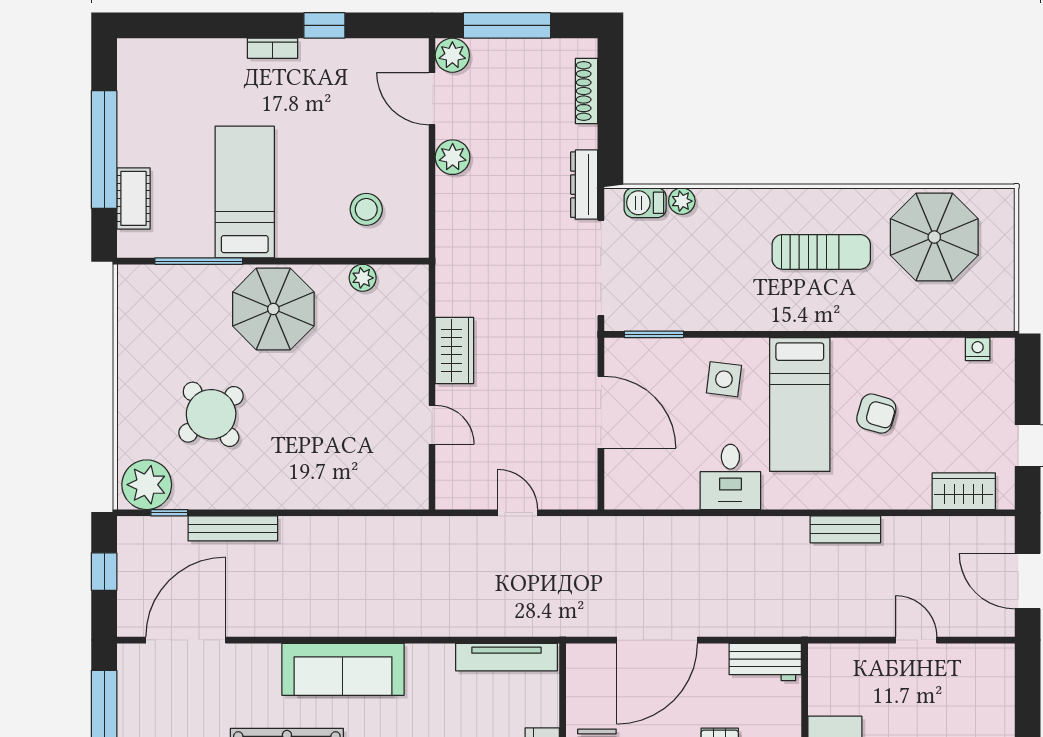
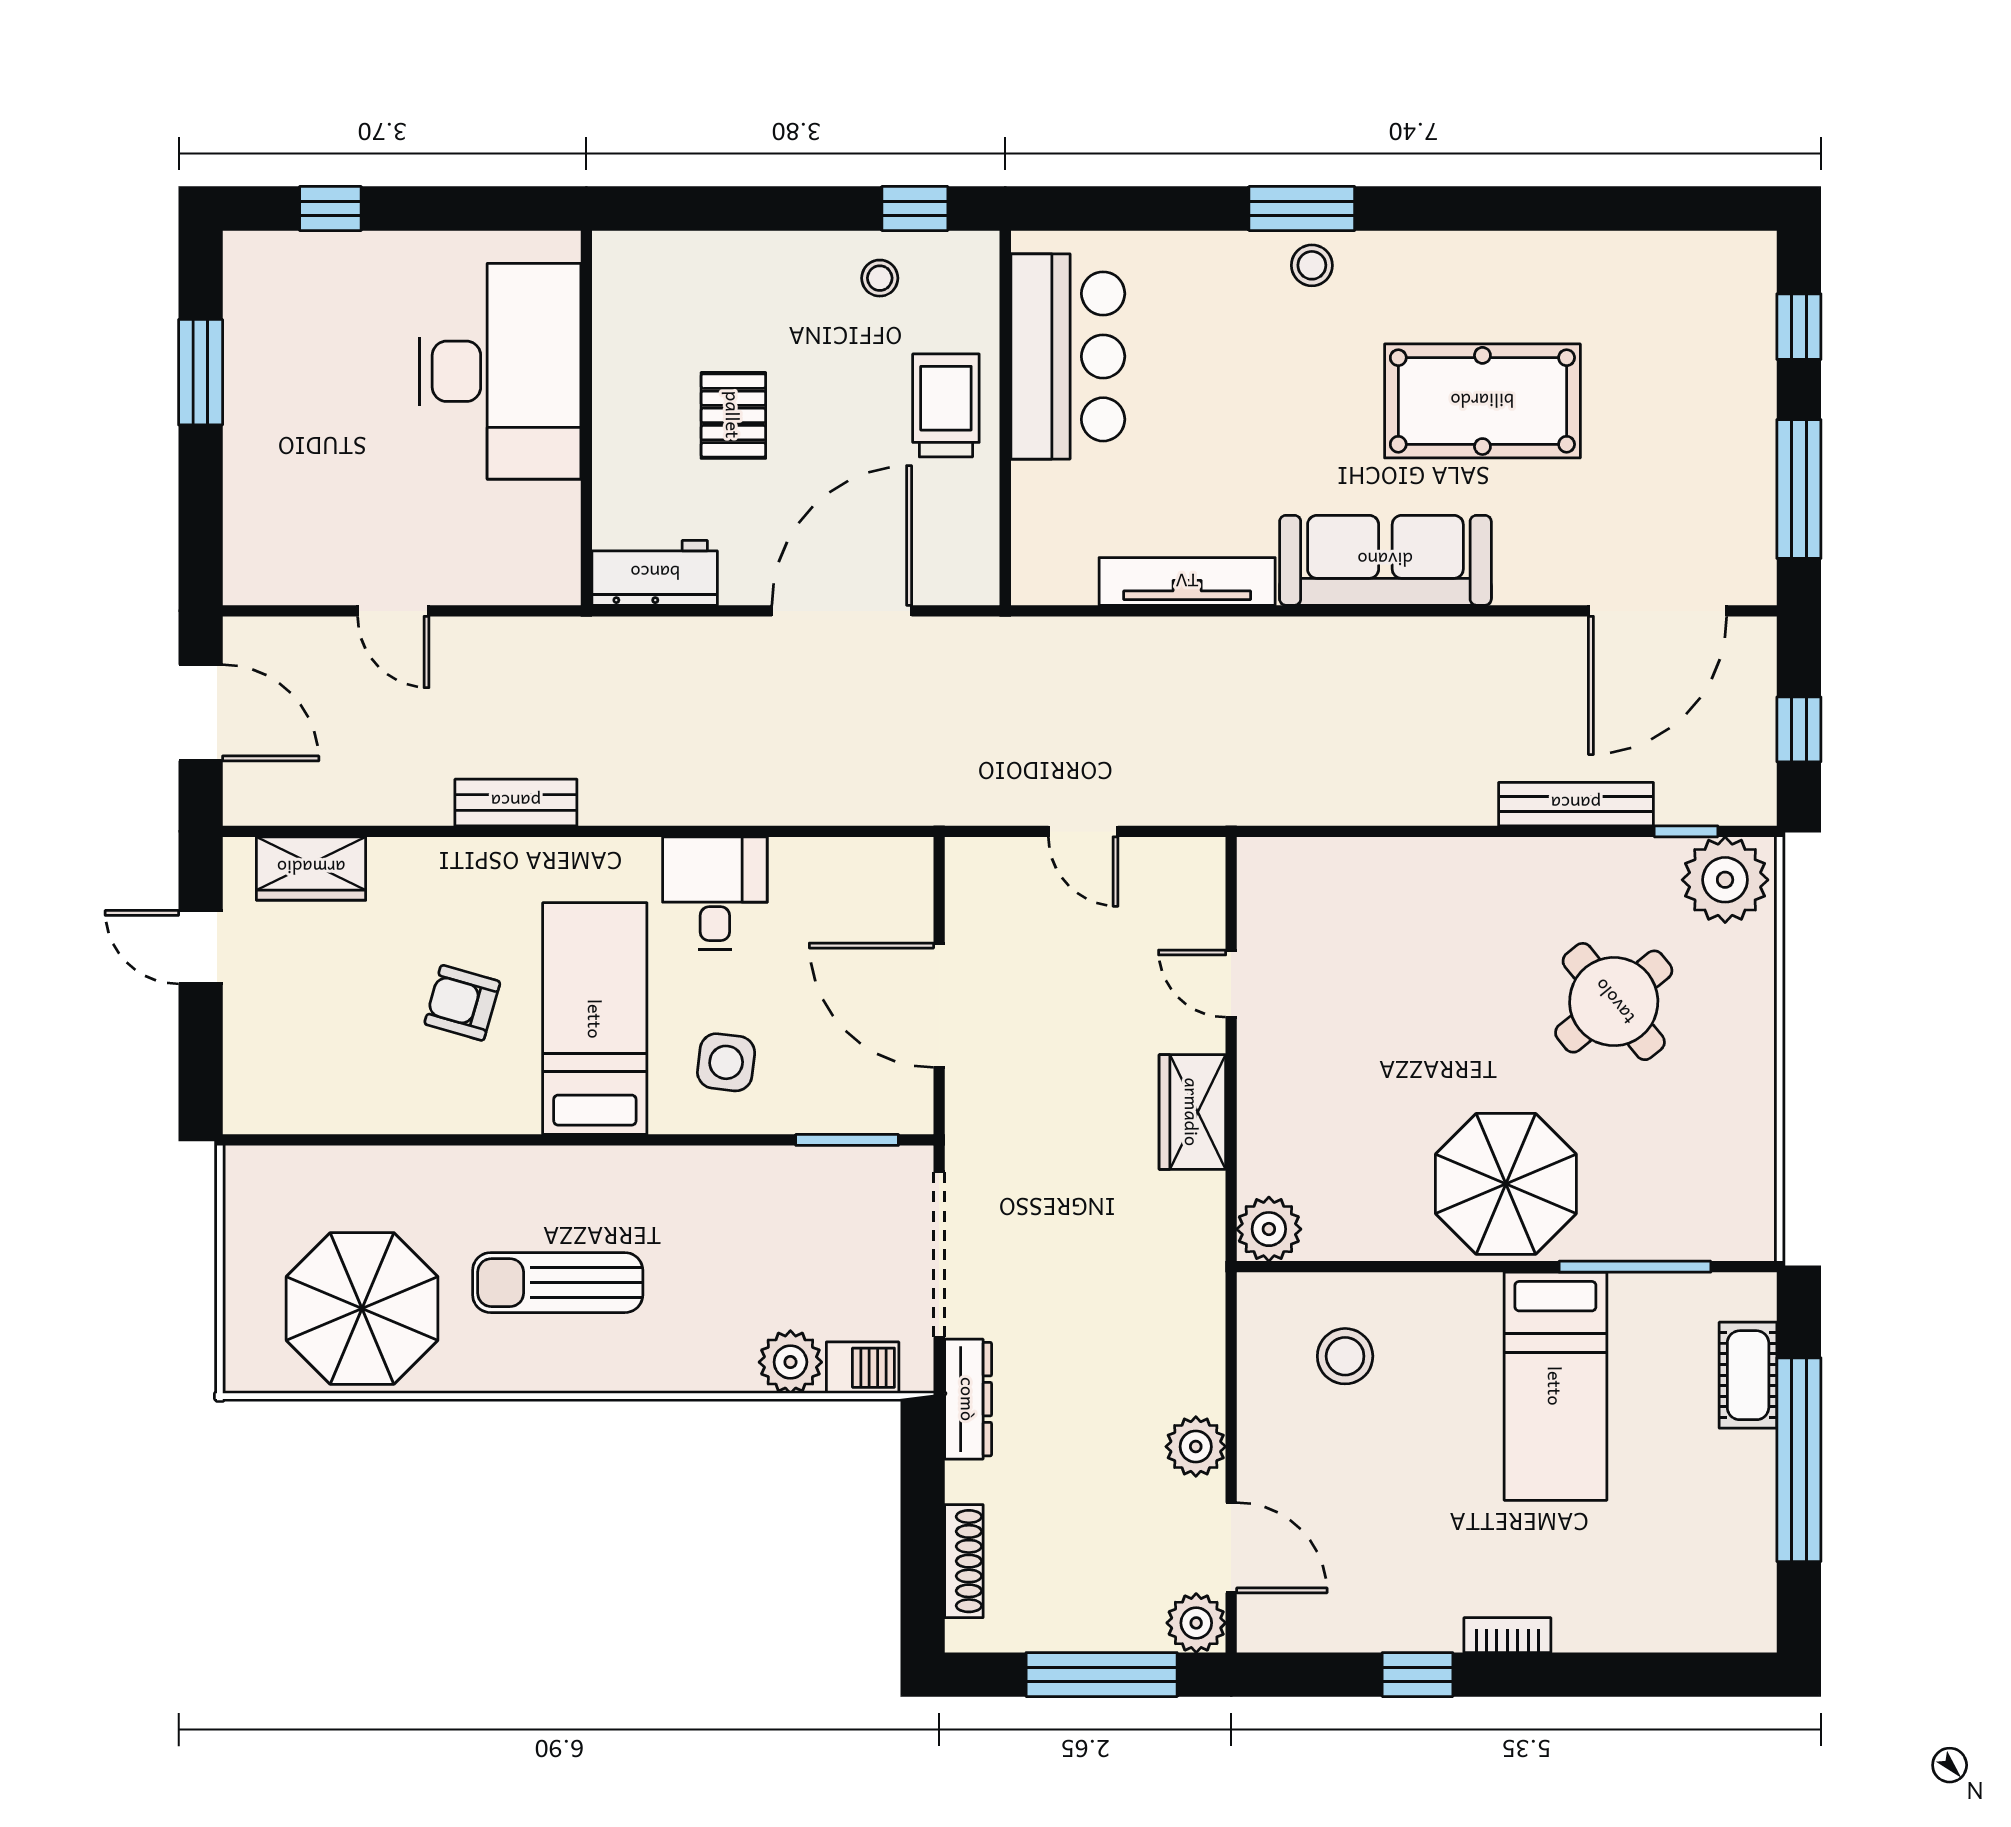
plant: (682, 201) -> (790, 1362), width x1.38, depth x1.38
plant: (363, 278) -> (1269, 1229), moved, width x1.38, depth x1.38
nightstand: (978, 349) -> (287, 1115), removed
tv unit: (506, 657) -> (1187, 581), moved

